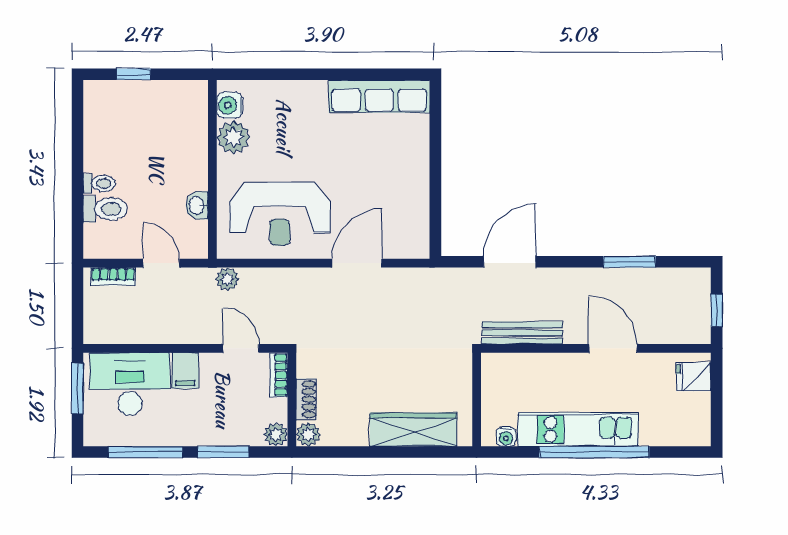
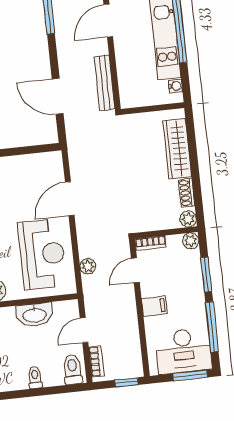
washbasin: (197, 205) -> (34, 315), width x1.91, depth x1.45
toilet: (105, 209) -> (73, 369), moved
door: (357, 263) -> (70, 199), hinge flipped
plant: (227, 279) -> (88, 266), moved
window: (77, 317) -> (126, 382), added
desk: (130, 384) -> (184, 351), moved, turned -90
window: (77, 389) -> (190, 375), moved
shoe rack: (306, 399) -> (187, 193), moved, turned -90

